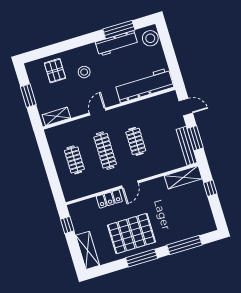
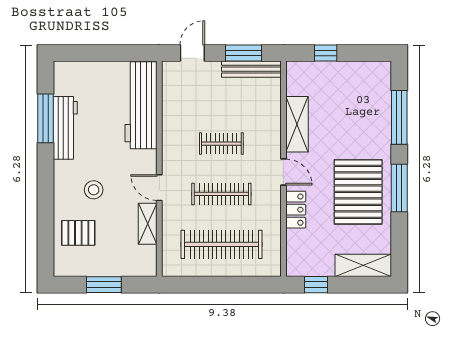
stool: (150, 38) -> (73, 75), removed
shelving: (56, 116) -> (148, 224), moved
clothes rail: (74, 160) -> (221, 244), width x1.86, depth x1.31
shelving: (183, 177) -> (297, 124), moved

